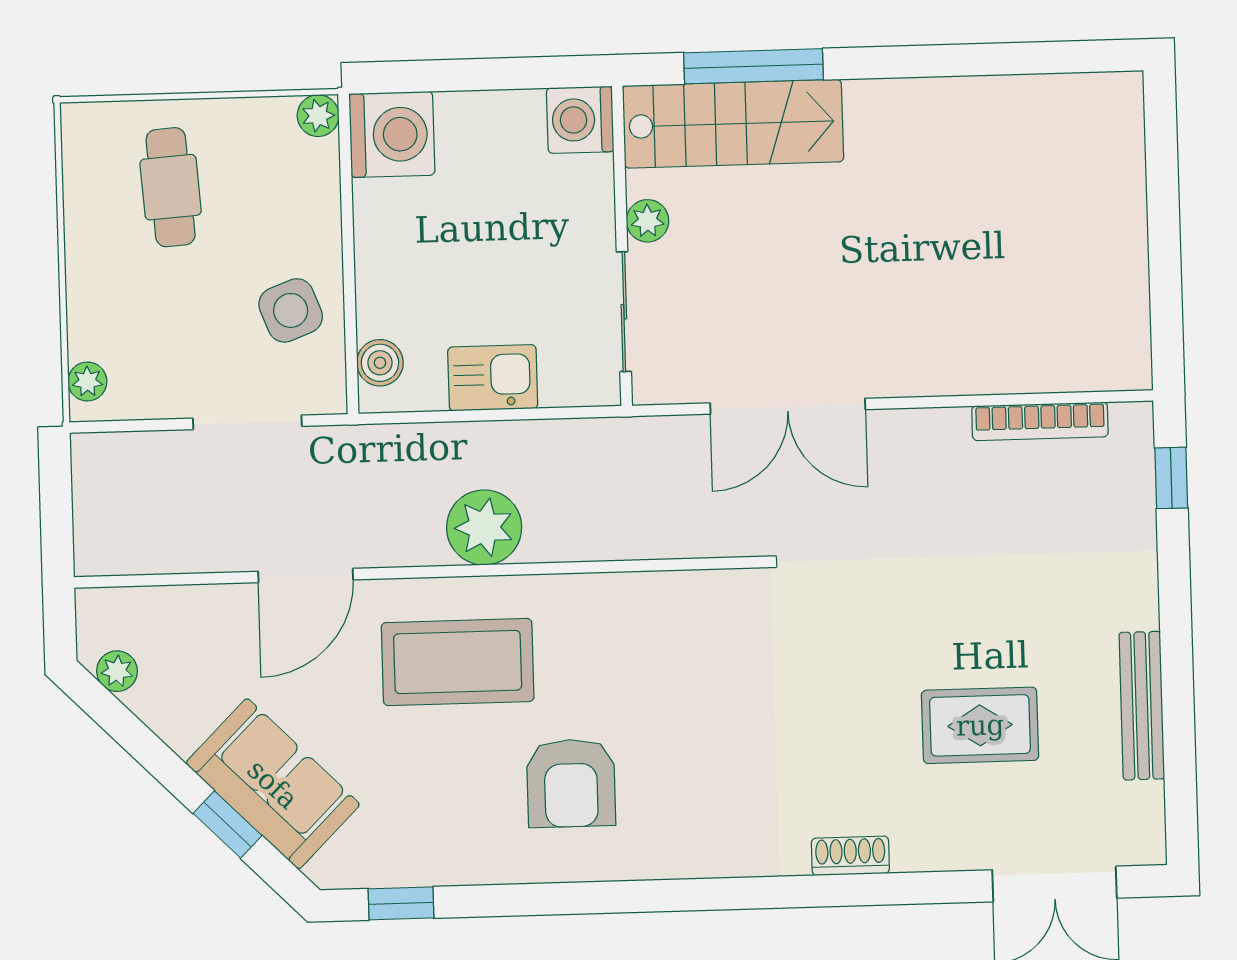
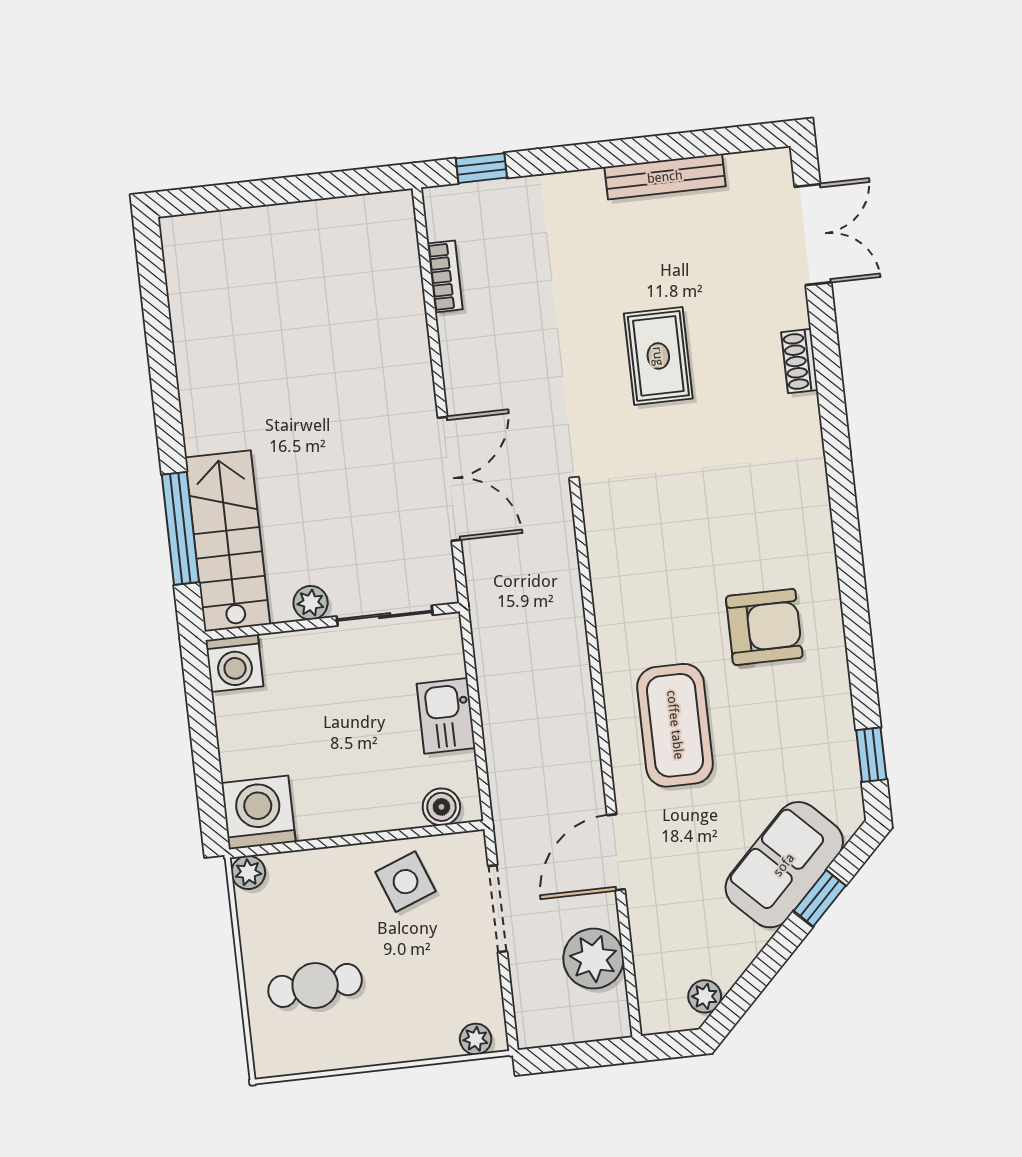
bookcase: (1040, 421) -> (445, 276), width x0.64
plant: (484, 527) -> (594, 959), moved
door: (306, 576) -> (616, 852), swing flipped
rug: (980, 725) -> (658, 356), moved
shoe rack: (850, 856) -> (800, 361), moved

